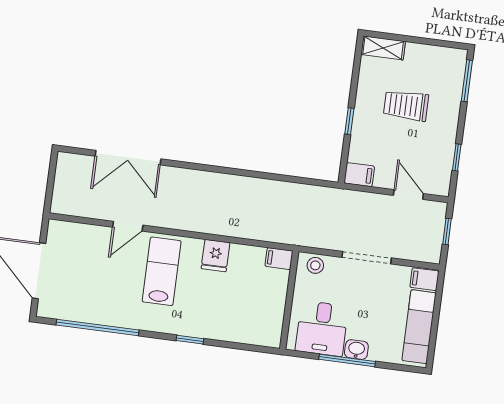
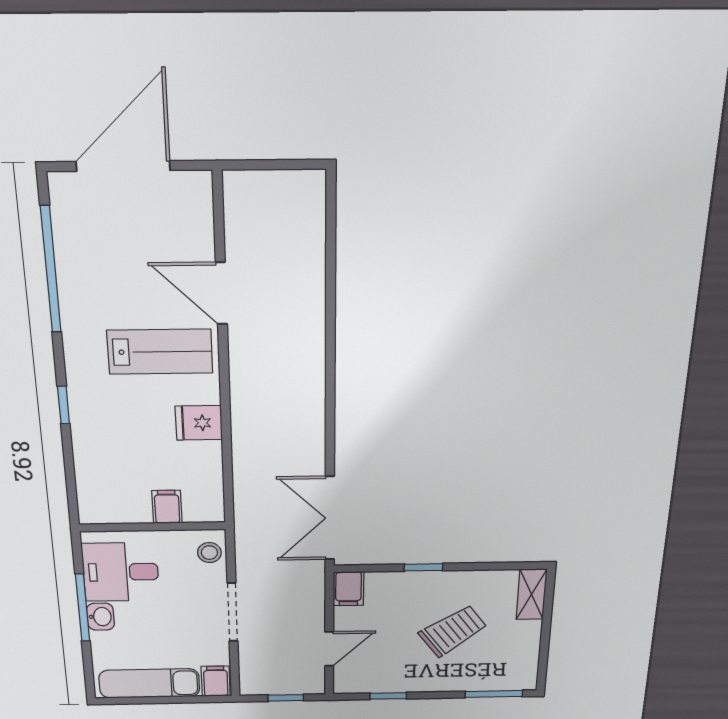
trolley: (406, 106) -> (453, 631), turned 54
double door: (128, 158) -> (330, 518), moved
door: (128, 226) -> (221, 293), width x1.38
filing cabinet: (279, 259) -> (167, 507), moved

